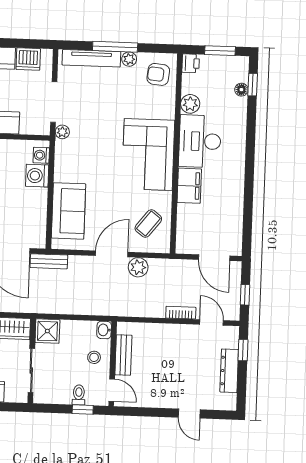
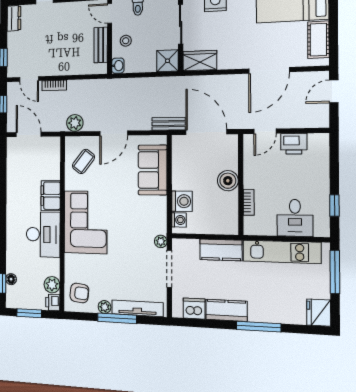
plant: (190, 104) -> (52, 285), moved
plant: (138, 267) -> (75, 123), moved
dresser: (229, 371) -> (14, 18), moved, width x0.70

